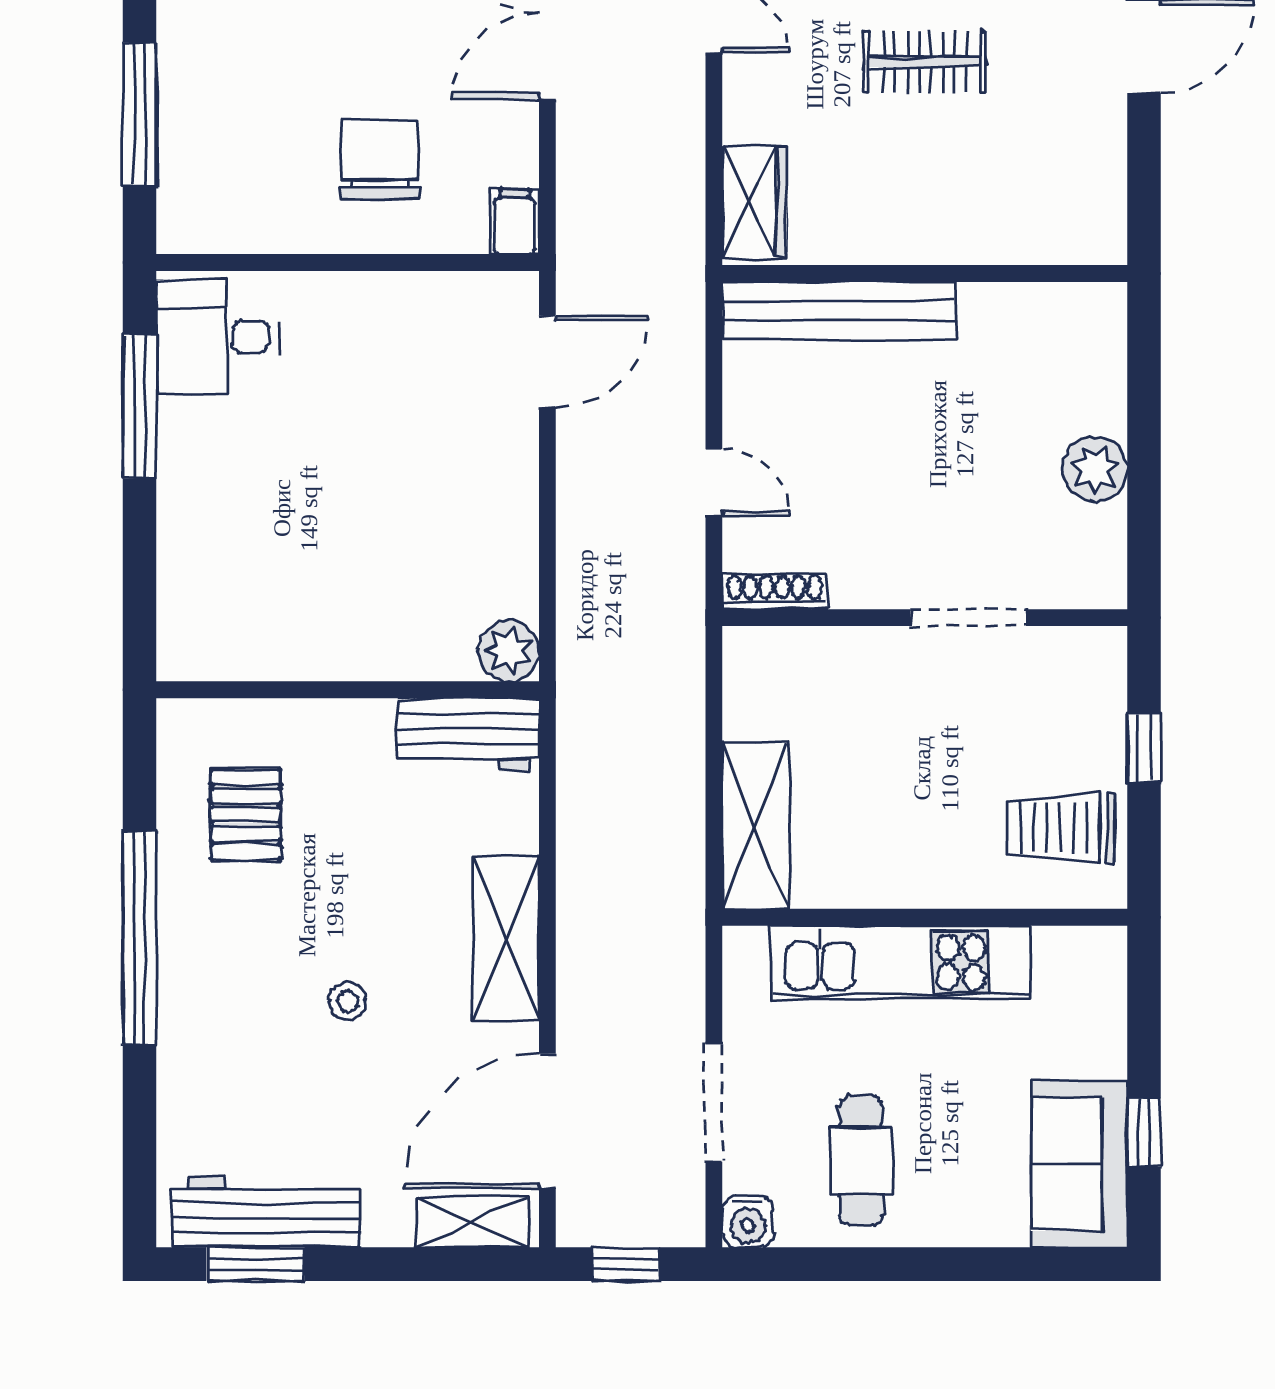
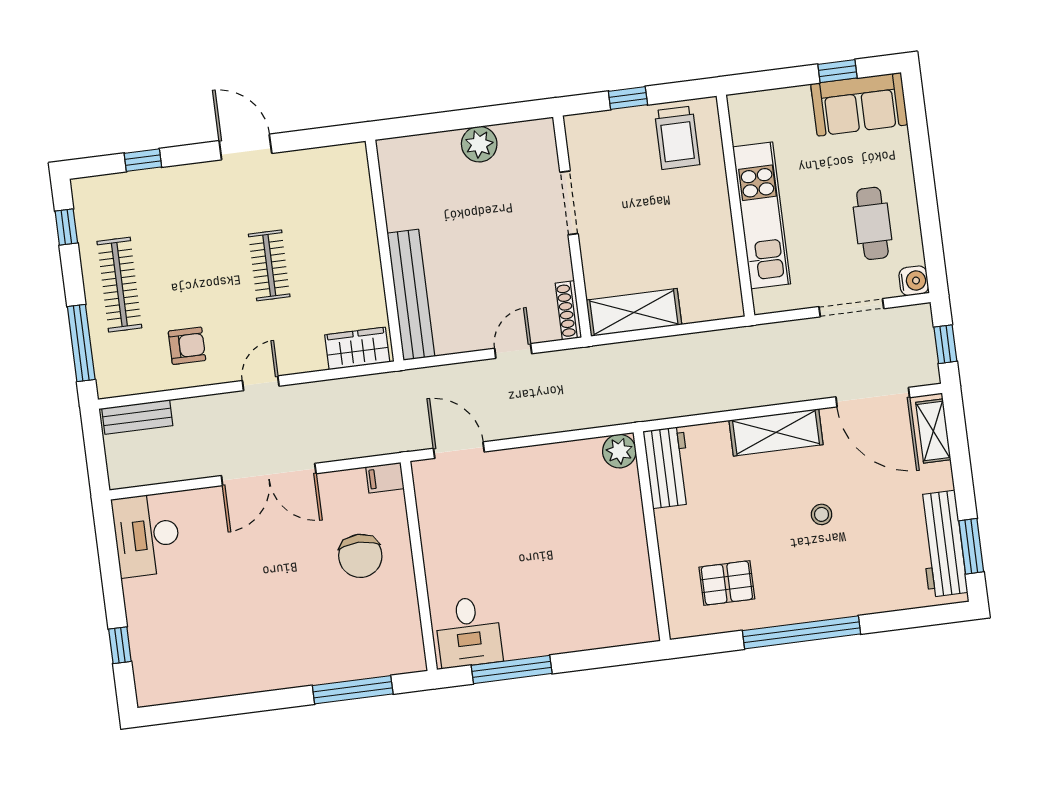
chair: (379, 159) -> (360, 556), turned -90
shelving: (756, 826) -> (634, 312), moved
cafe table: (861, 1161) -> (872, 223), turned 90

